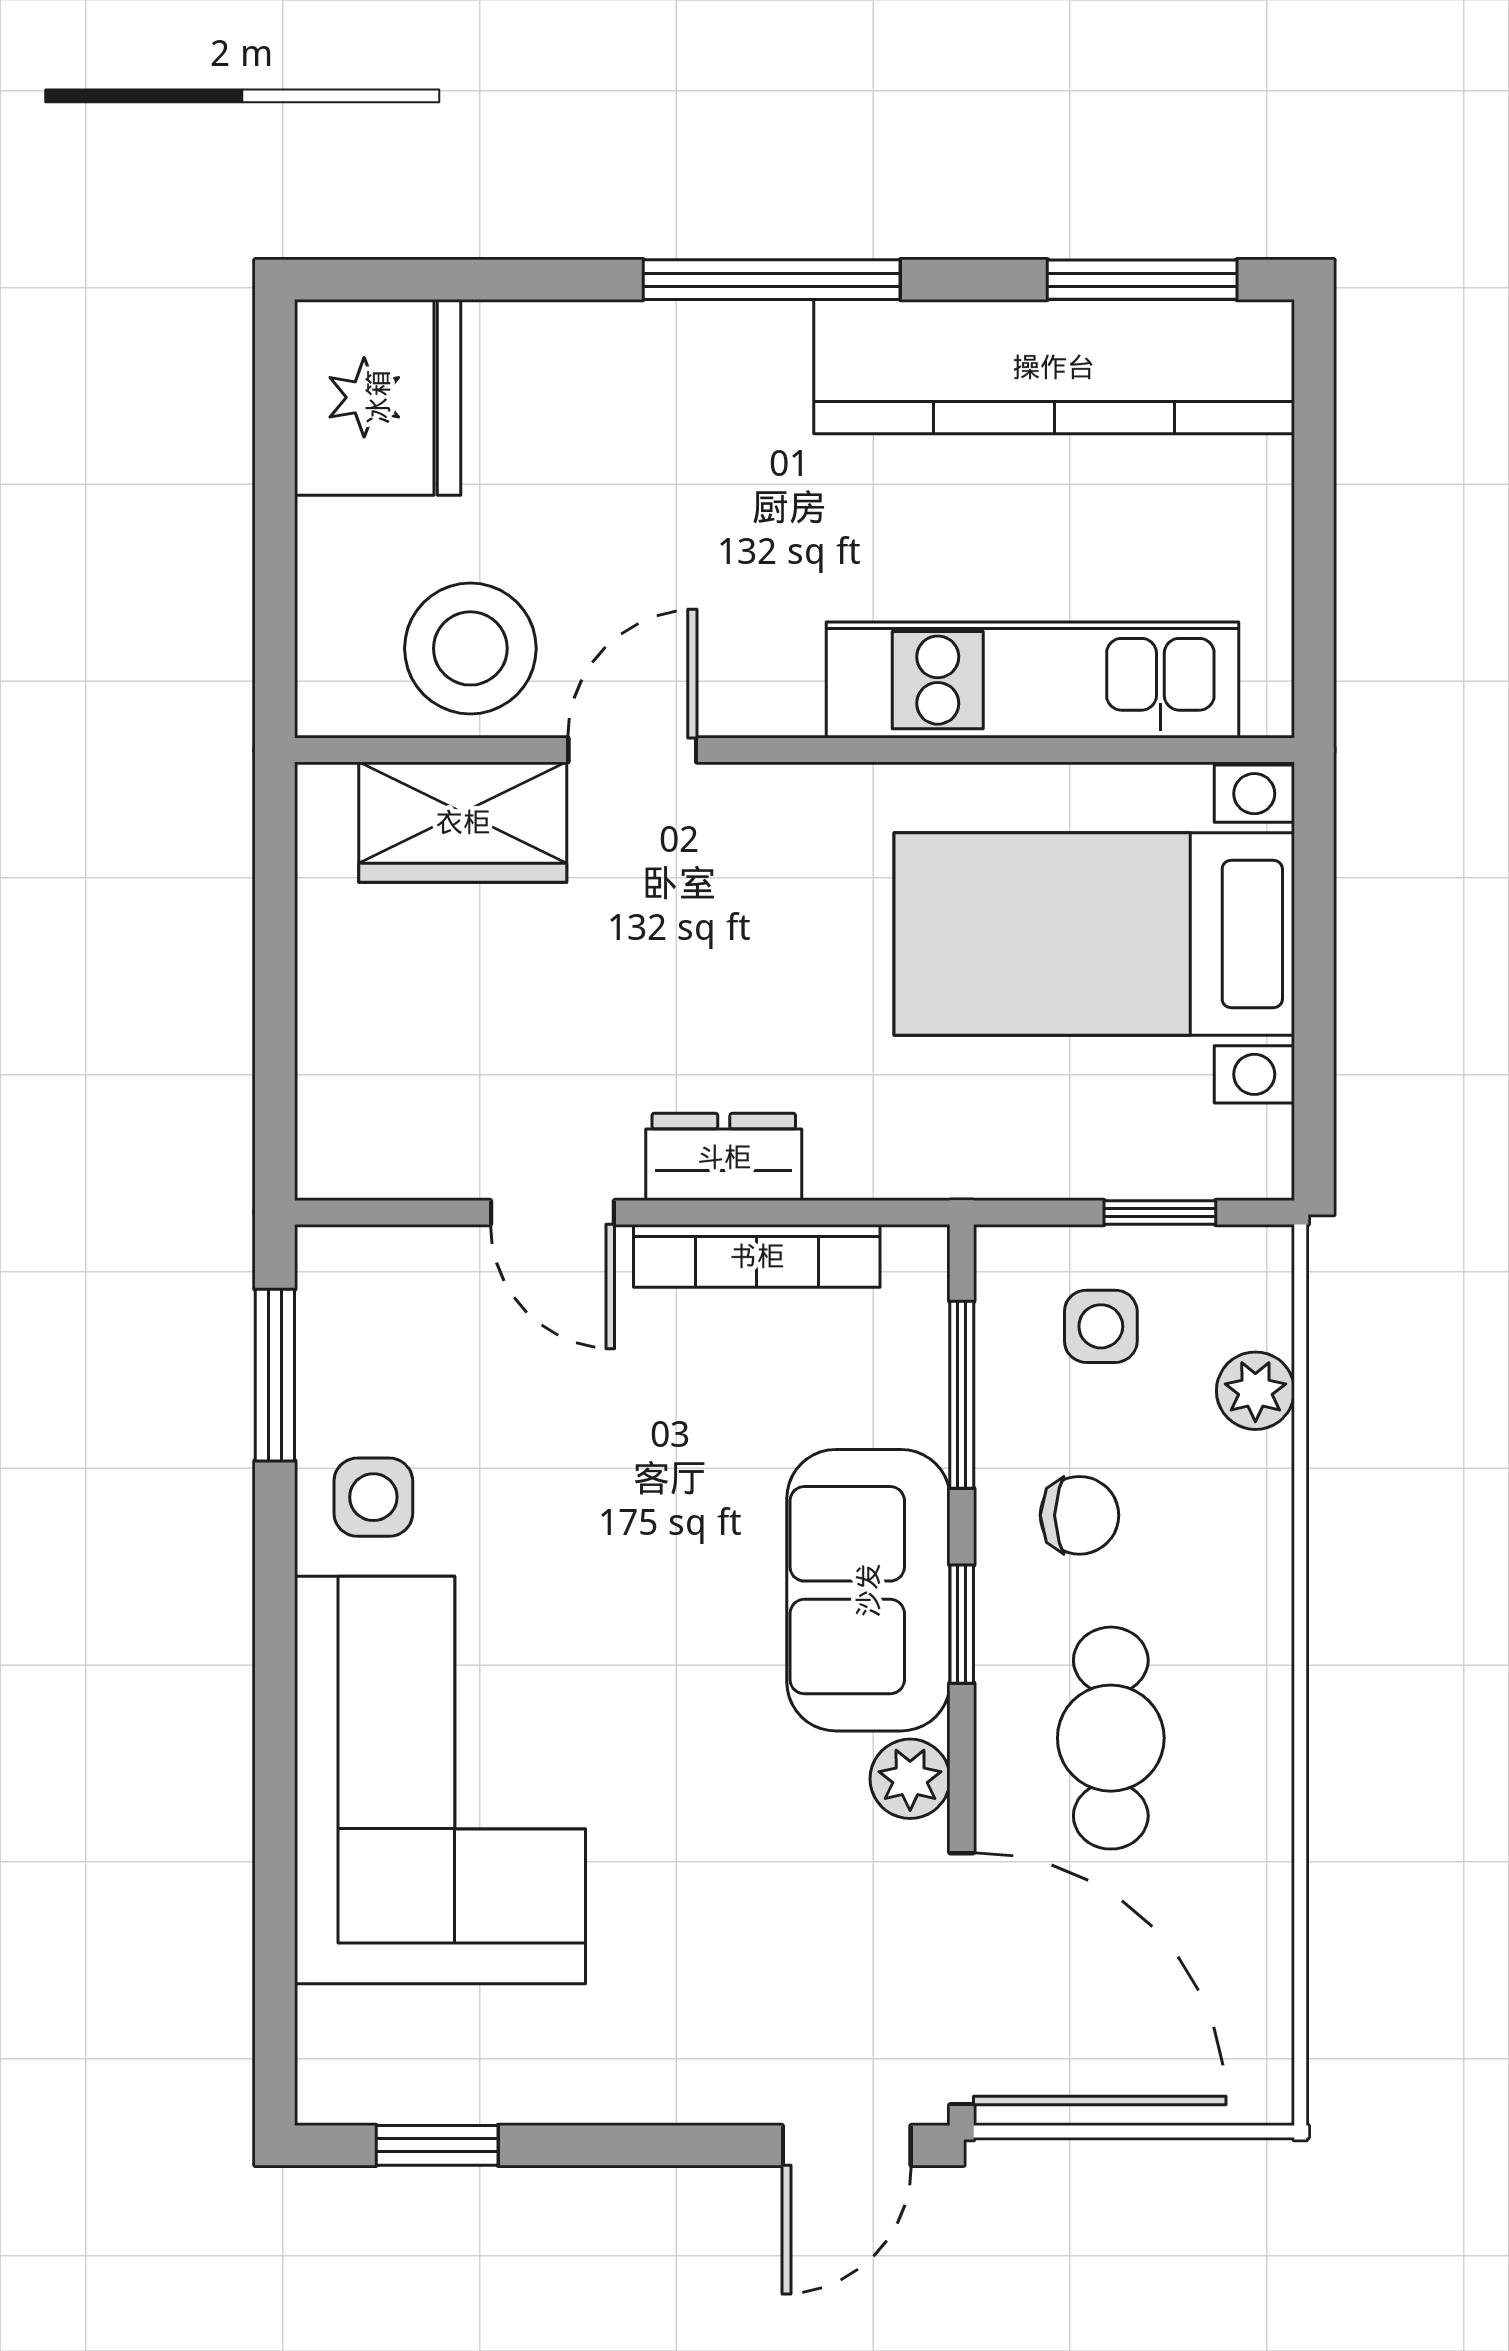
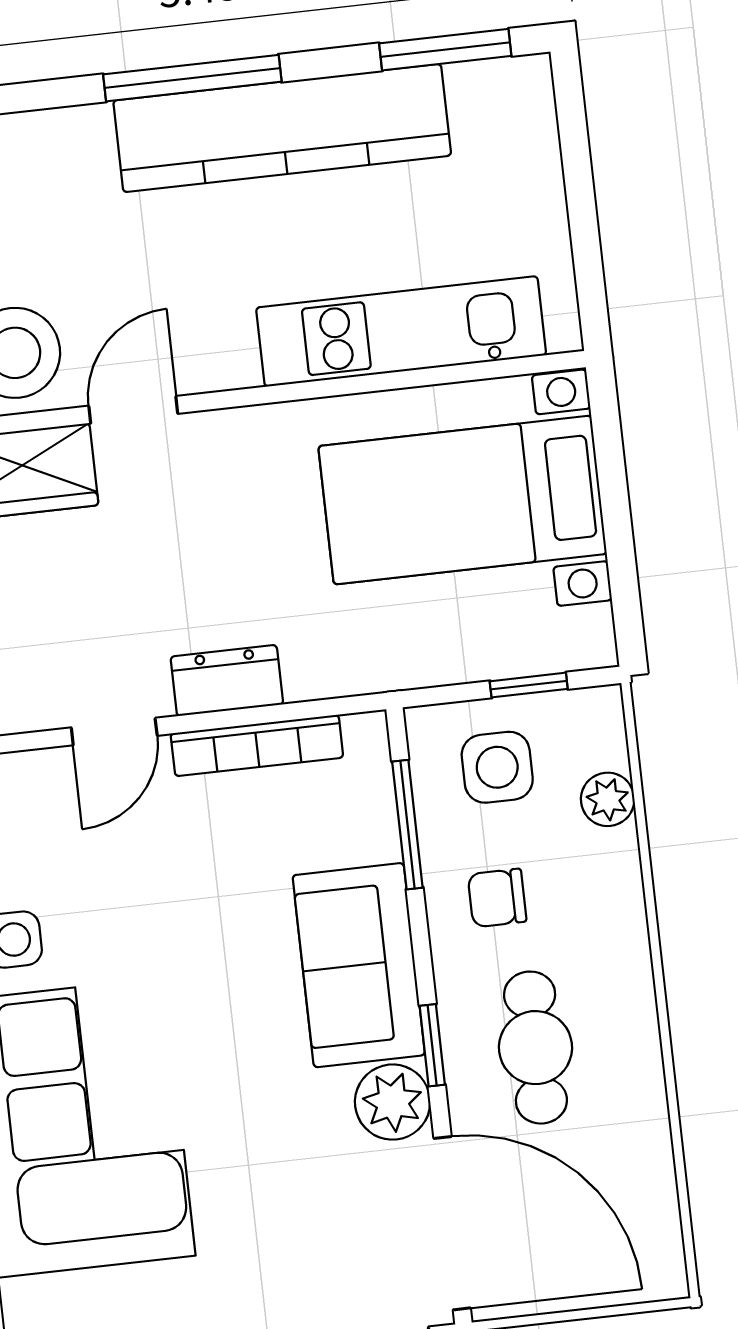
kitchen counter: (1054, 367) -> (282, 128), moved
door: (552, 1213) -> (114, 732), hinge flipped
side table: (1101, 1326) -> (497, 767), width x1.37, depth x1.37
chair: (1079, 1515) -> (497, 898), turned 180
window: (962, 1624) -> (432, 1045), moved
plant: (910, 1779) -> (393, 1102), width x1.38, depth x1.38

